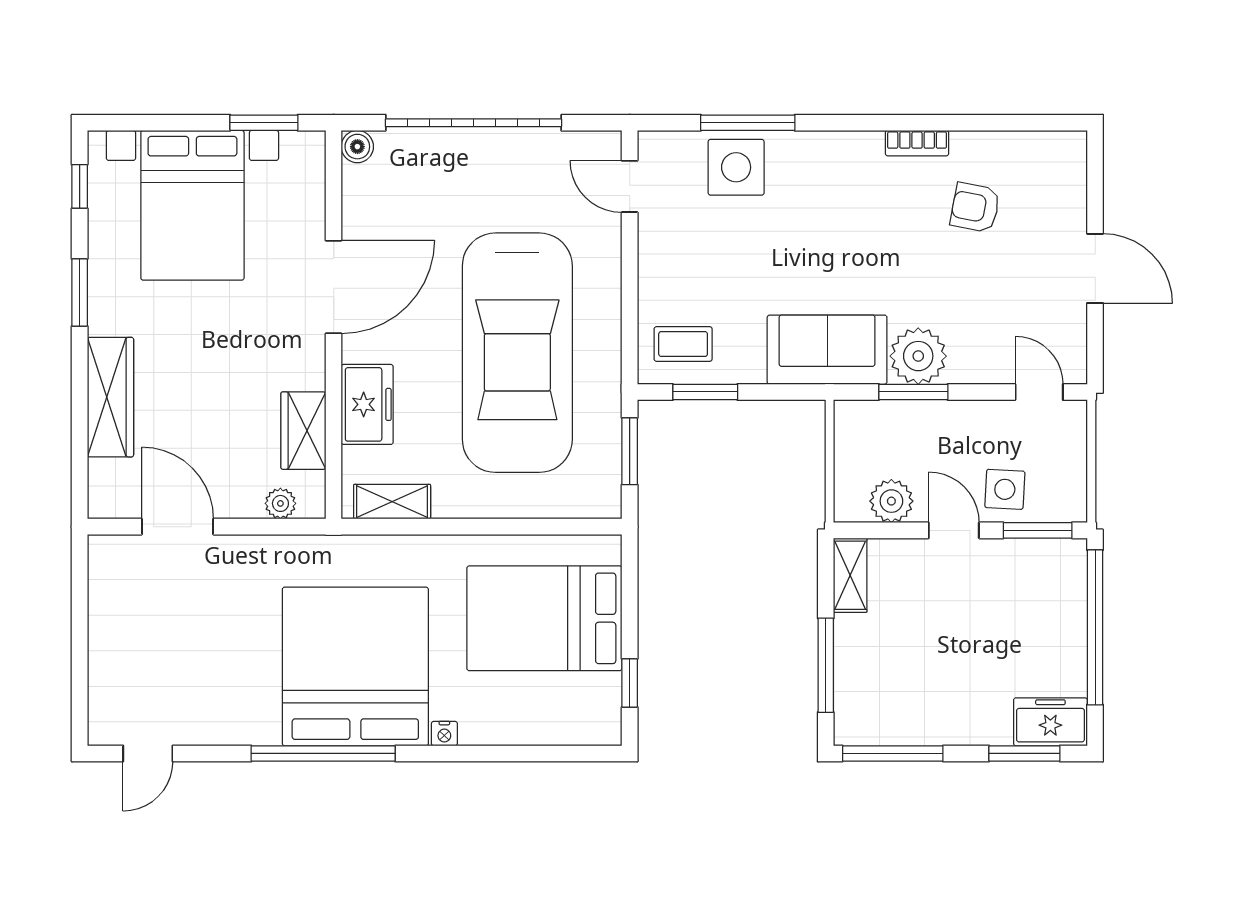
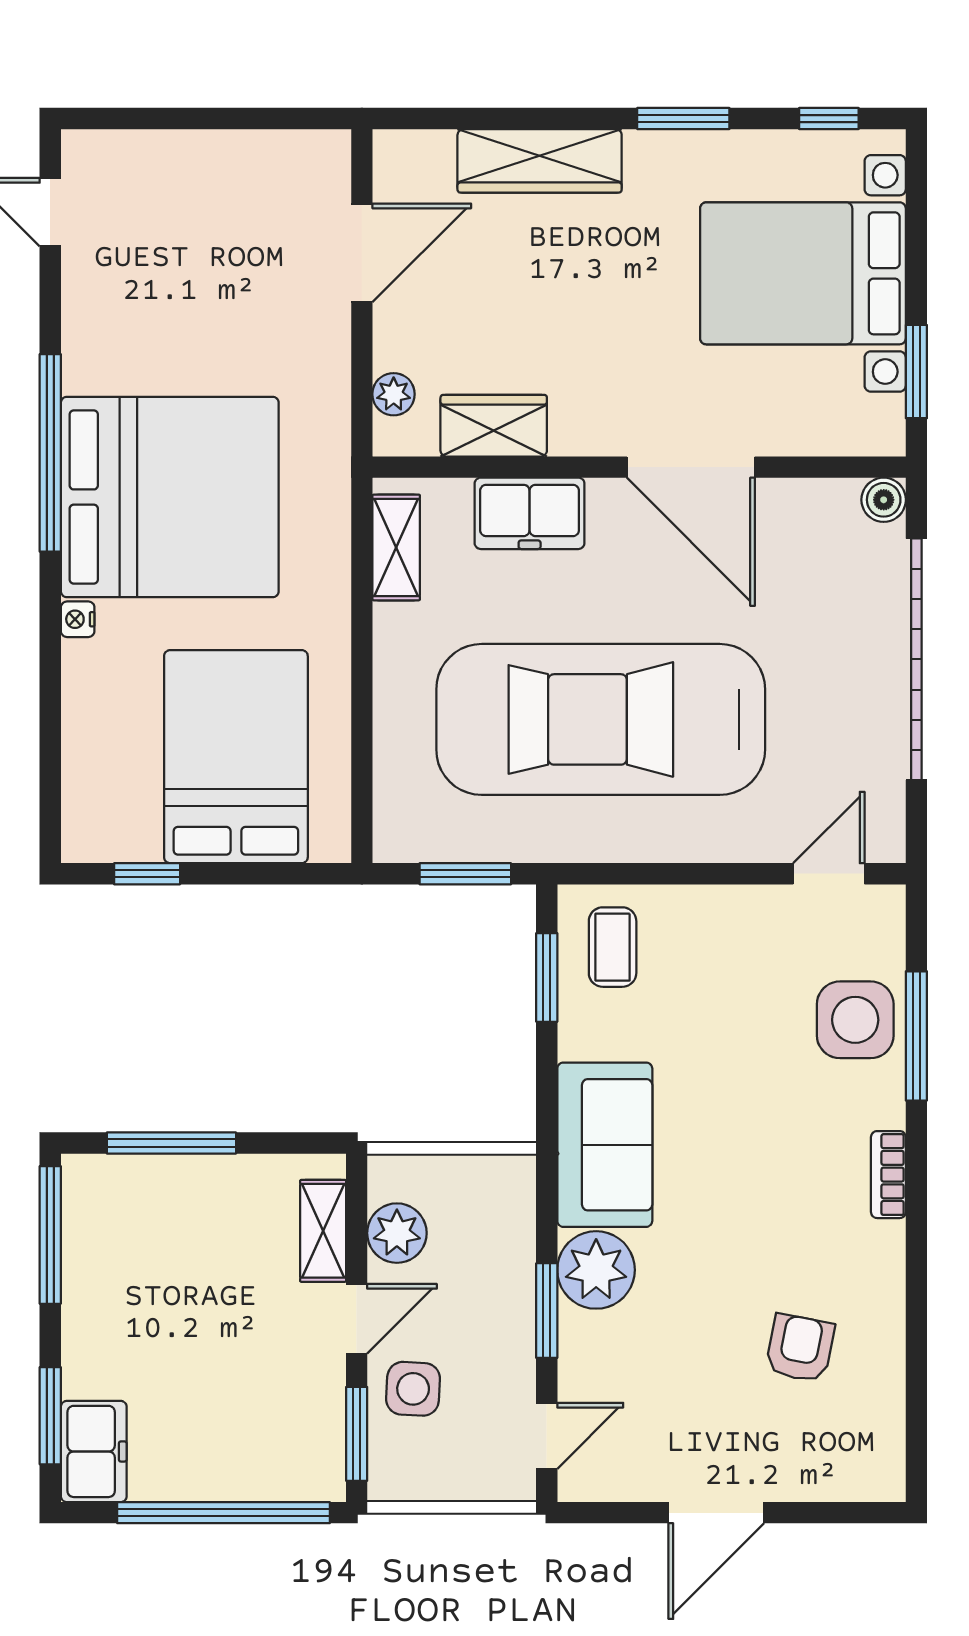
bookcase: (917, 143) -> (888, 1175), moved
window: (913, 392) -> (547, 1311), moved
shelving: (850, 575) -> (323, 1231), moved, turned 90

